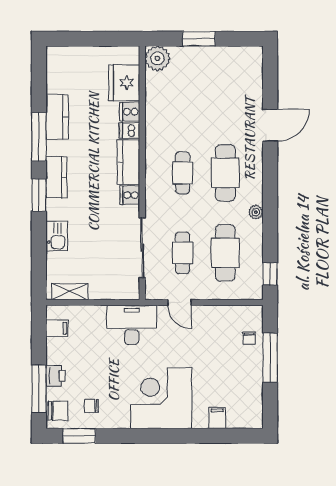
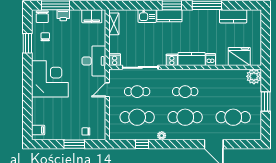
cafe table: (225, 93) -> (233, 117), added
cooker: (130, 112) -> (115, 60), moved
kitchen counter: (57, 117) -> (233, 16), moved
kitchen counter: (56, 177) -> (169, 16), moved
window: (270, 274) -> (142, 144), moved
filing cabinet: (57, 328) -> (92, 16), width x2.00
window: (270, 358) -> (74, 144), width x0.69
filing cabinet: (217, 418) -> (38, 130), moved
window: (79, 436) -> (27, 43), moved

